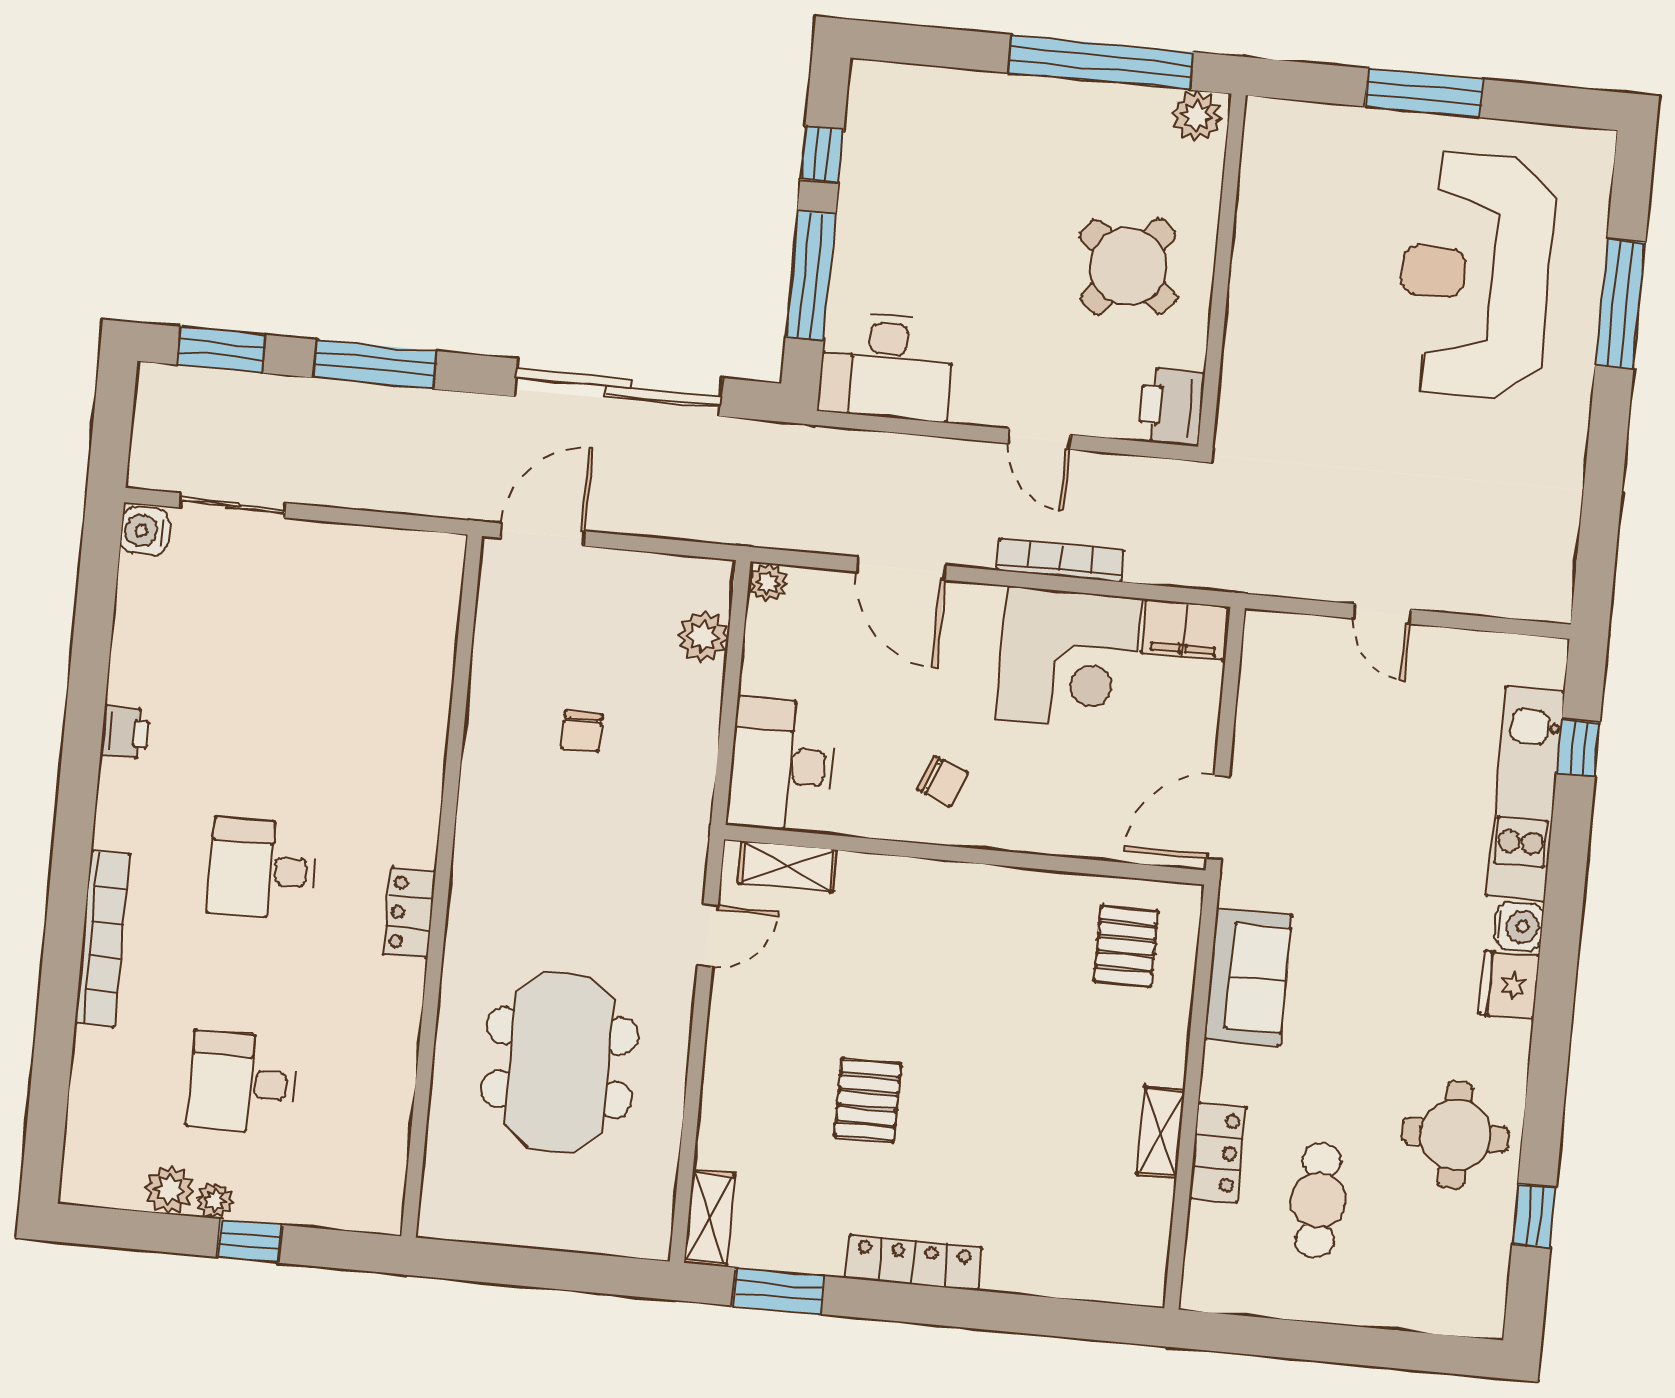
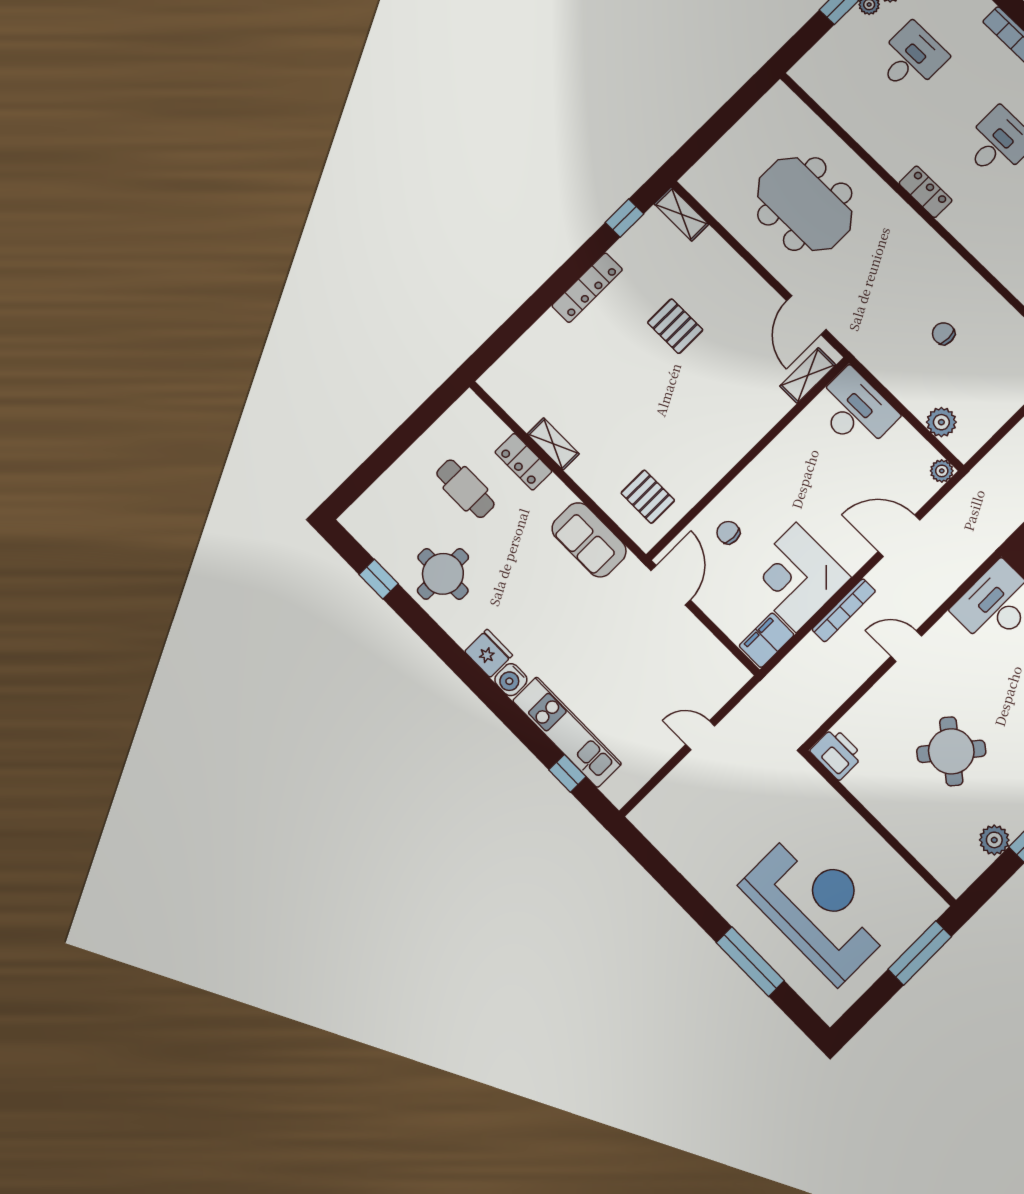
wall: (1222, 271) -> (879, 828), moved
printer: (1172, 406) -> (836, 754), moved
chair: (943, 781) -> (728, 533), moved, turned 68
door: (708, 936) -> (806, 315), width x1.38
window: (778, 1291) -> (624, 218), width x0.67

